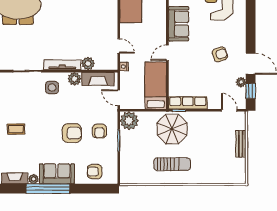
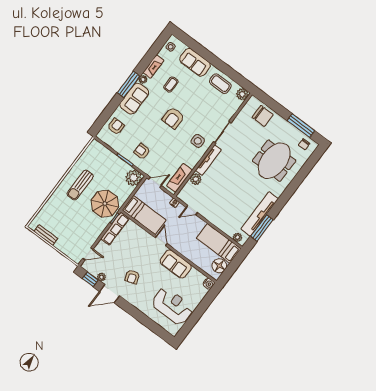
plant: (74, 79) -> (192, 161), removed
coffee table: (16, 129) -> (171, 85), moved
armchair: (72, 133) -> (173, 118), moved
bench: (241, 144) -> (46, 235), moved
window: (48, 189) -> (129, 84), width x0.68

